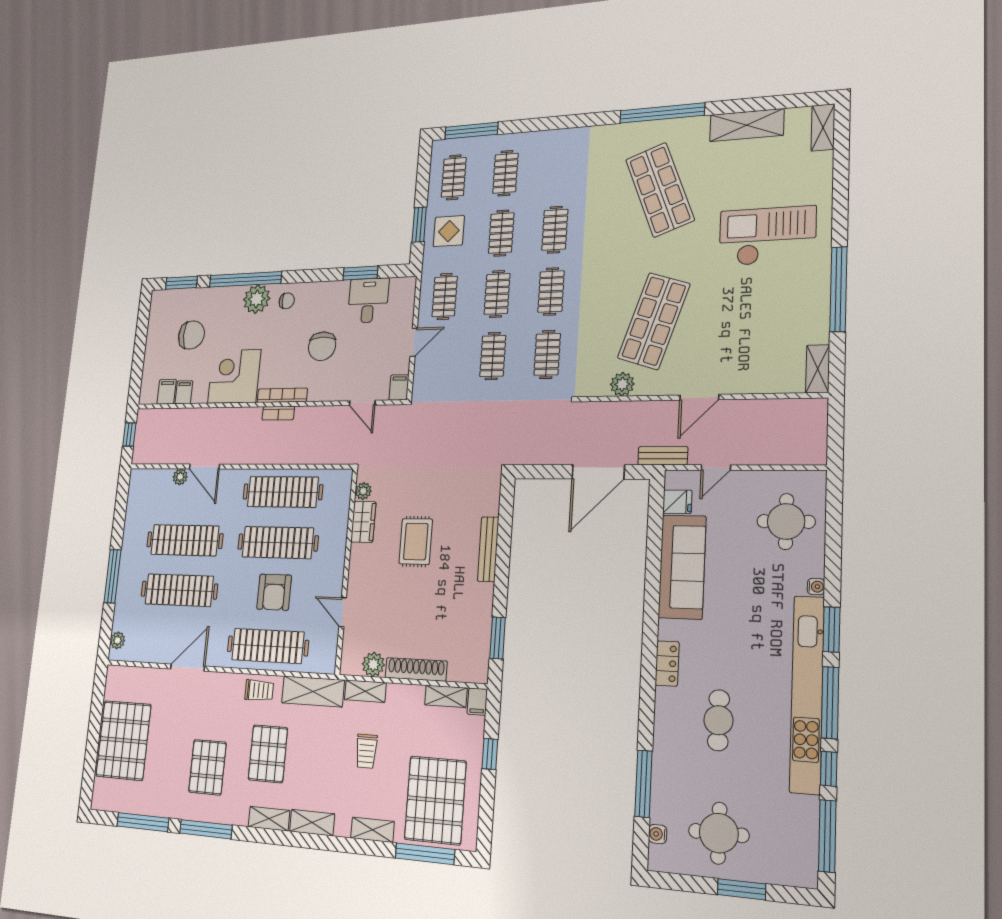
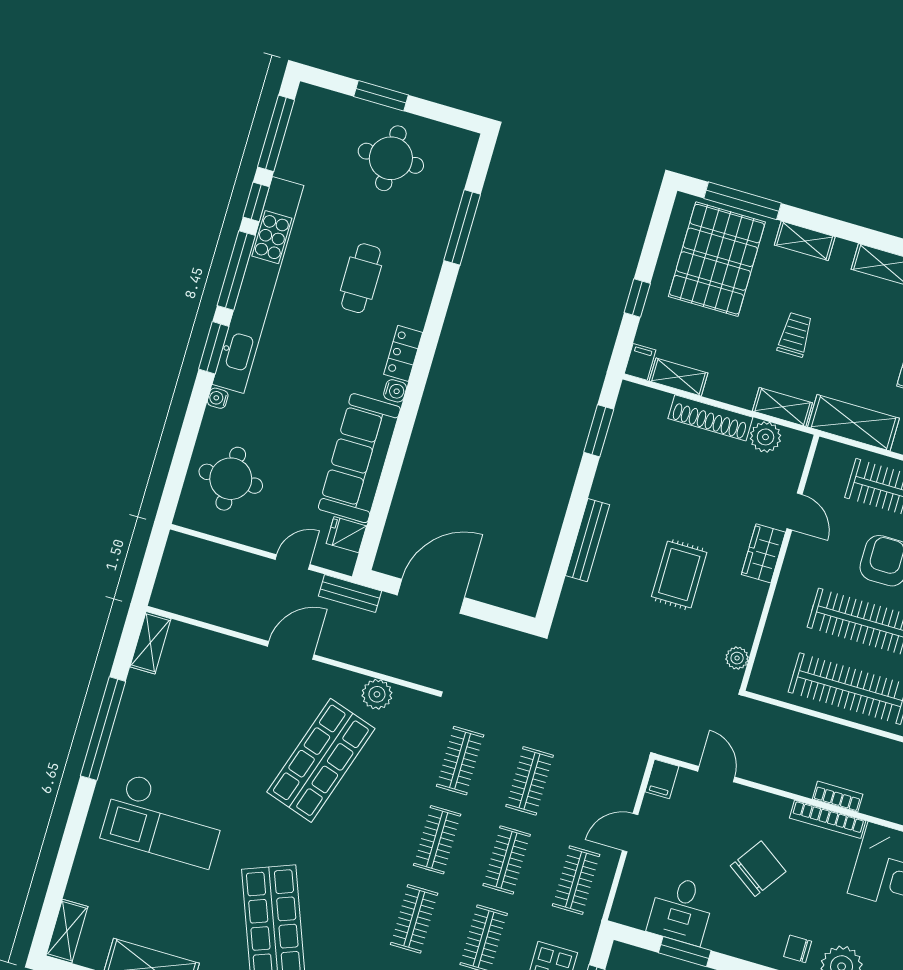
chair: (322, 346) -> (758, 869), turned 35
wardrobe: (363, 522) -> (763, 553), moved
water cooler: (658, 834) -> (395, 391), moved

